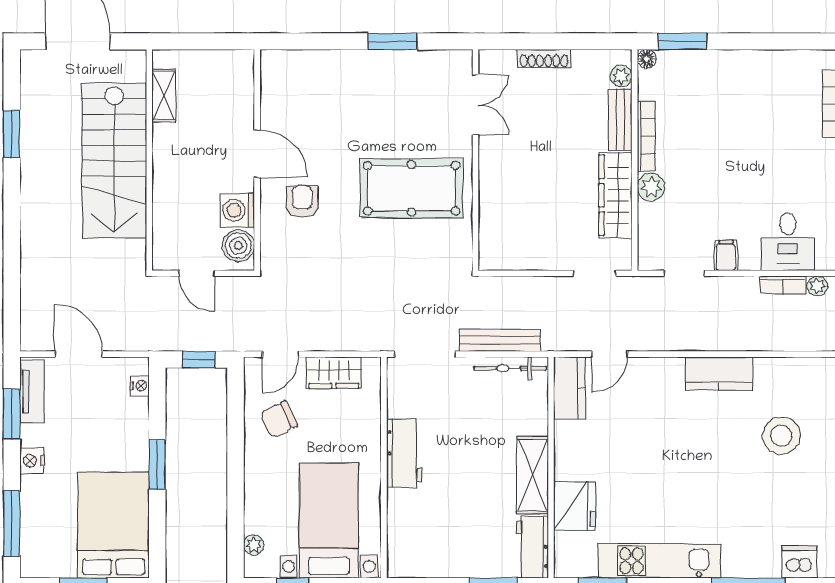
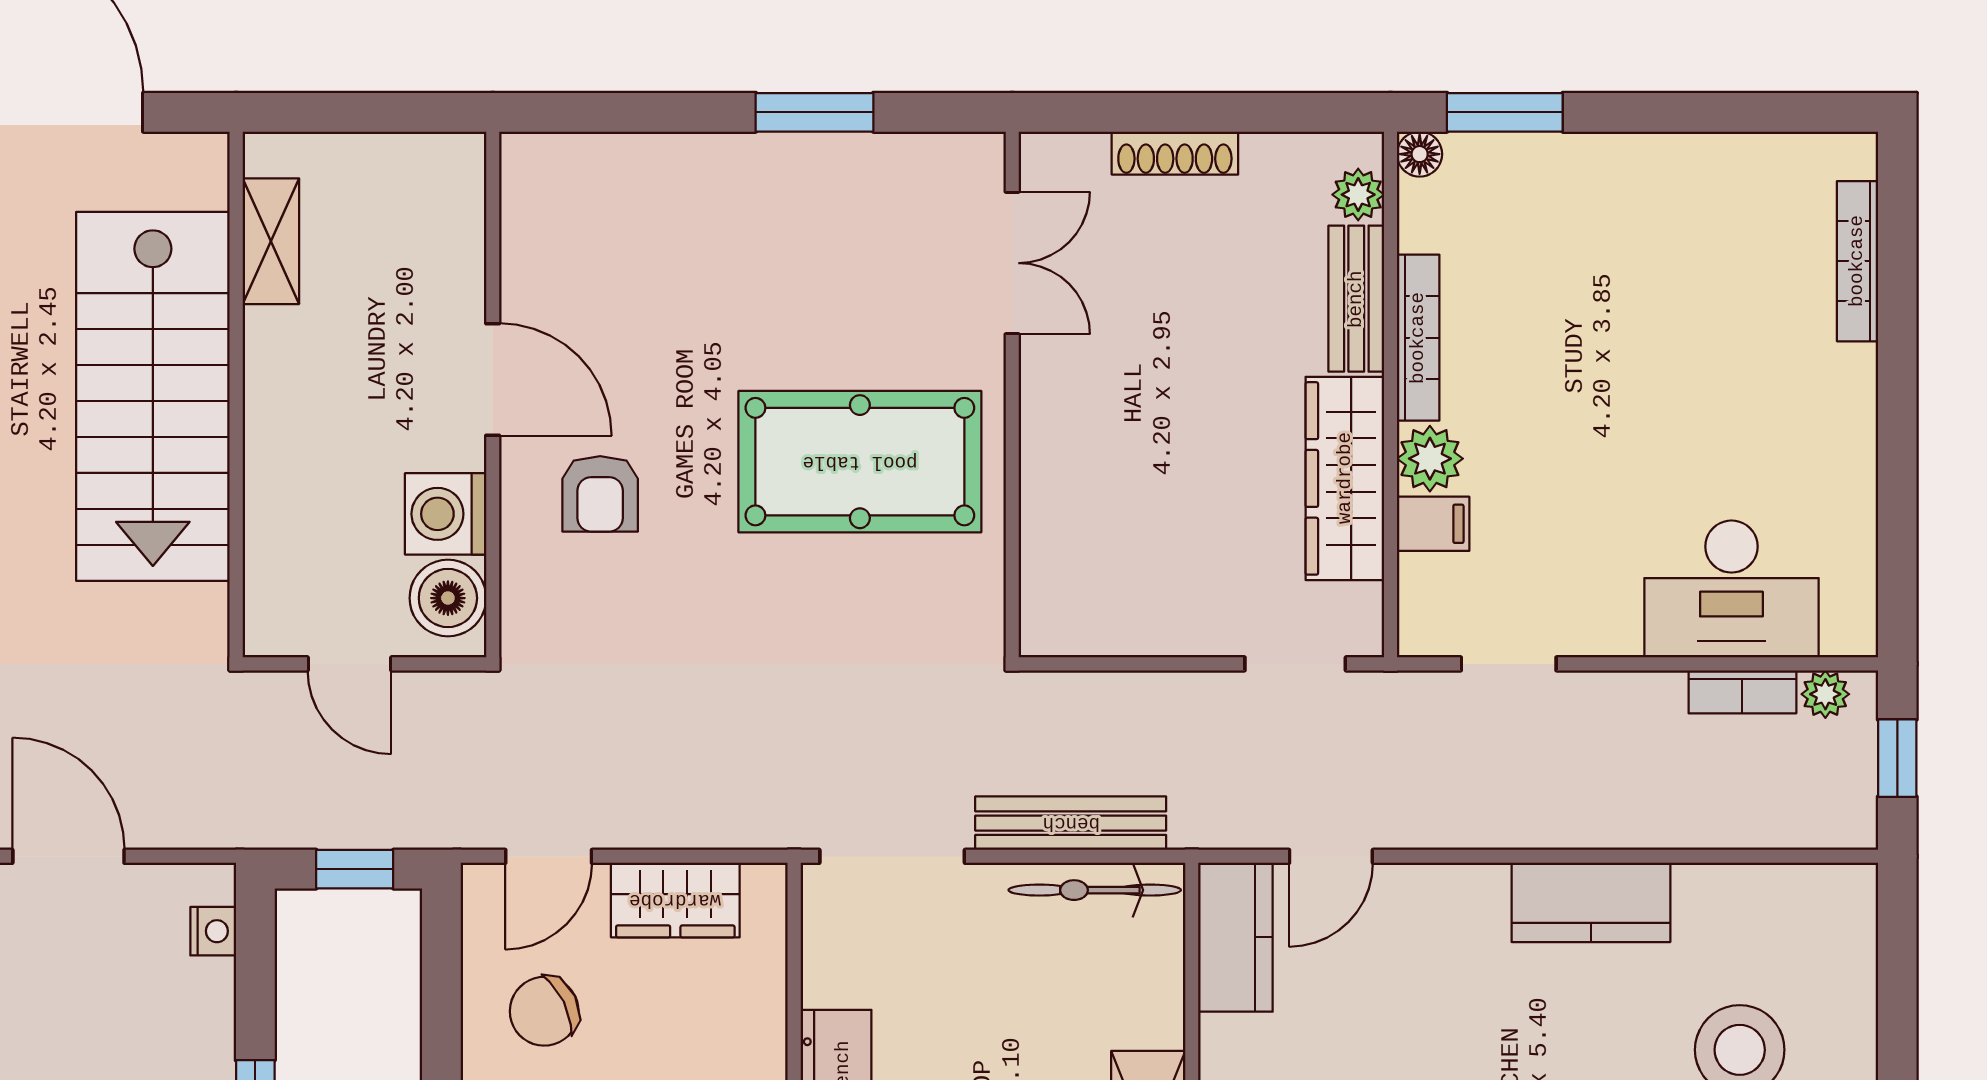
armchair: (302, 202) -> (600, 494), turned 180
desk: (788, 242) -> (1731, 589), width x1.37
filing cabinet: (726, 255) -> (1433, 524), moved, turned 90

